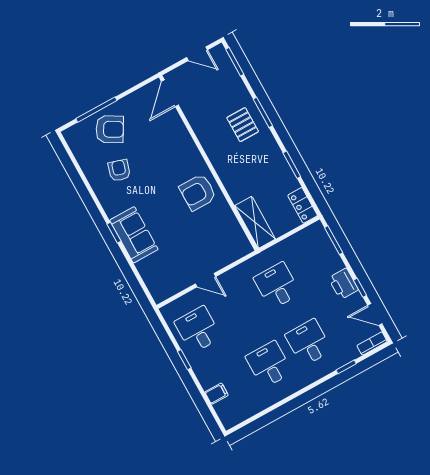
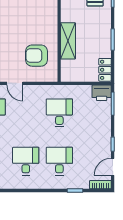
armchair: (198, 192) -> (37, 56), moved
shelving: (255, 222) -> (68, 41), moved
printer: (343, 284) -> (102, 93), moved, turned -90
door: (375, 315) -> (113, 167), hinge flipped

